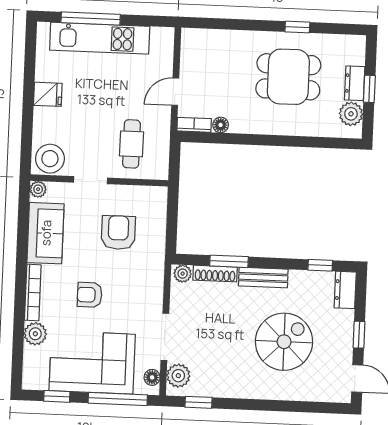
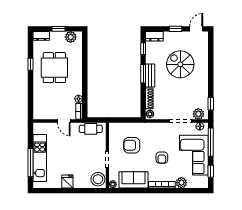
dresser: (355, 83) -> (41, 36), moved
cafe table: (131, 144) -> (91, 129), moved
window: (229, 261) -> (143, 74), moved

